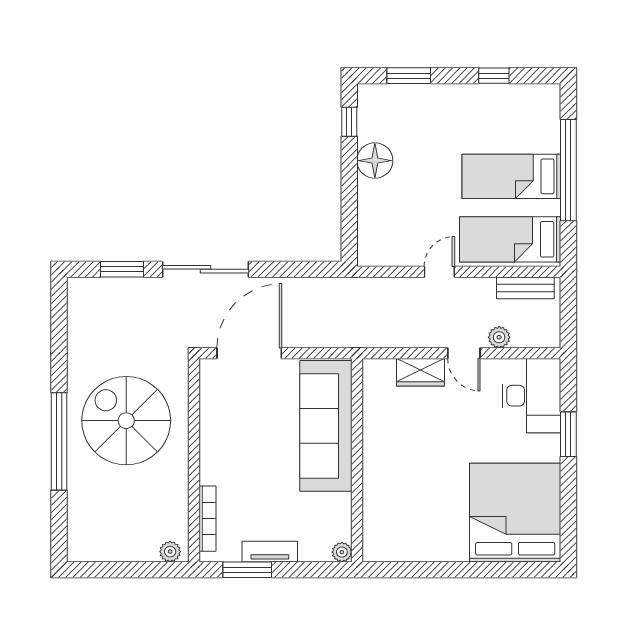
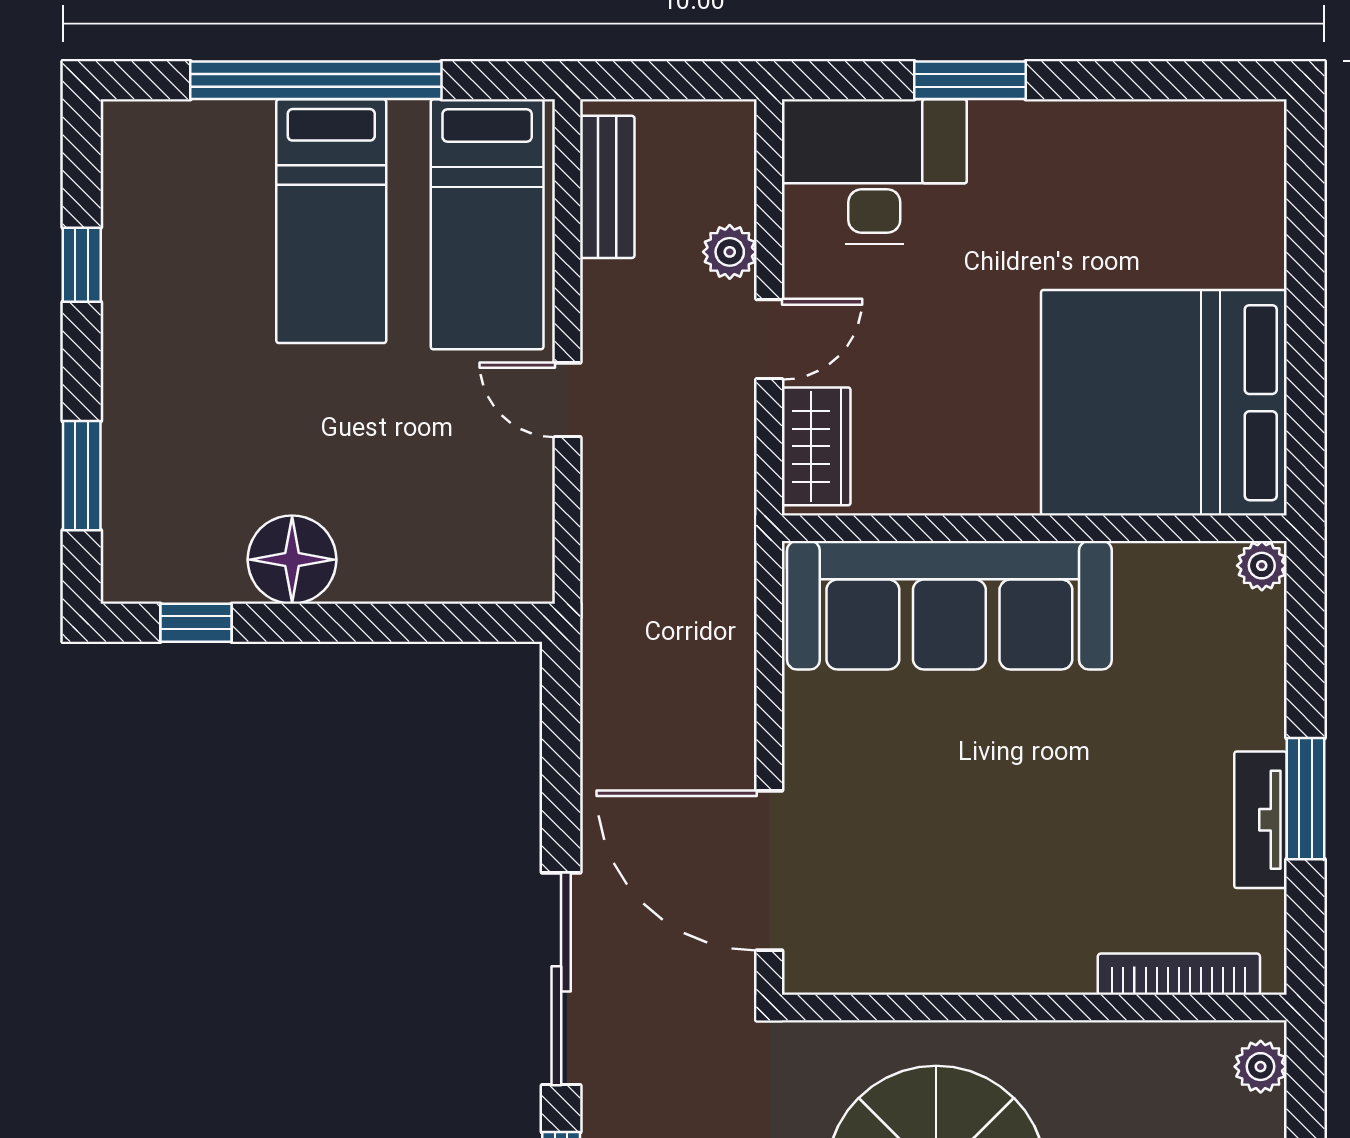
sofa: (326, 426) -> (949, 605), moved
wall: (357, 460) -> (1034, 528), moved
bed: (515, 513) -> (1164, 403), moved
plant: (342, 552) -> (1262, 566), moved
window: (247, 570) -> (1305, 799), moved

